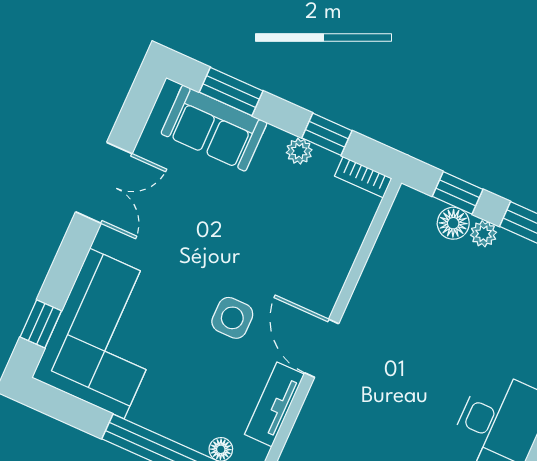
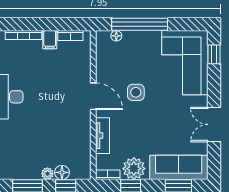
sofa: (214, 128) -> (179, 167), width x1.36
plant: (299, 151) -> (134, 169), width x1.87, depth x1.87
tv unit: (274, 404) -> (102, 136), moved

